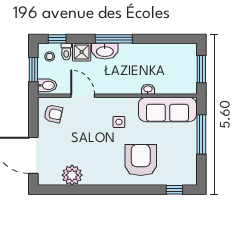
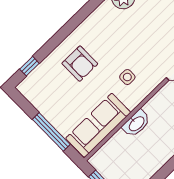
washbasin: (148, 89) -> (136, 124), width x1.91, depth x1.45
armchair: (141, 160) -> (80, 64), width x0.73, depth x0.73

